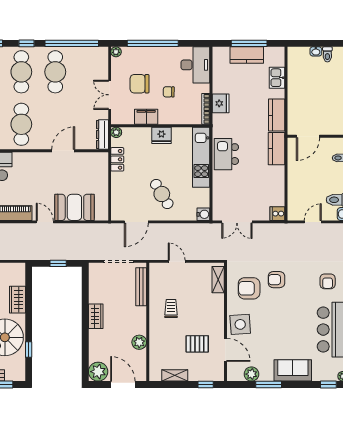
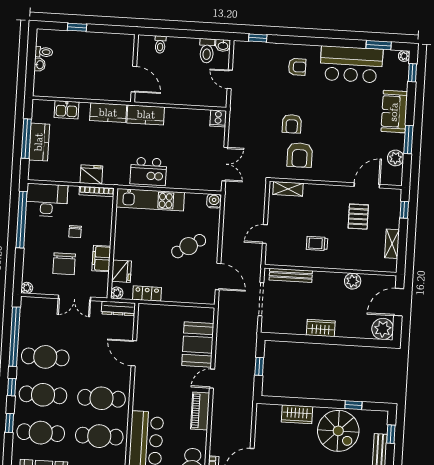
window: (153, 43) -> (22, 220), moved
fridge: (161, 135) -> (121, 271), moved
side table: (240, 324) -> (339, 167), removed

